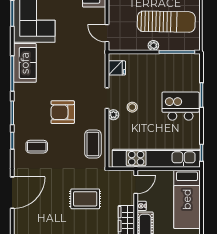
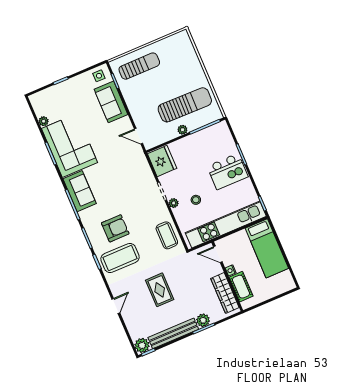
fridge: (117, 68) -> (162, 161), width x1.88, depth x1.34
kitchen island: (181, 106) -> (228, 171), turned 180
stool: (132, 107) -> (196, 200), moved
armchair: (63, 112) -> (115, 228), moved, turned 180
coffee table: (37, 147) -> (120, 258), width x1.86, depth x1.72
door: (136, 184) -> (218, 254), swing flipped
door: (12, 193) -> (116, 306), width x0.53
rug: (85, 199) -> (160, 290), moved, turned 90

